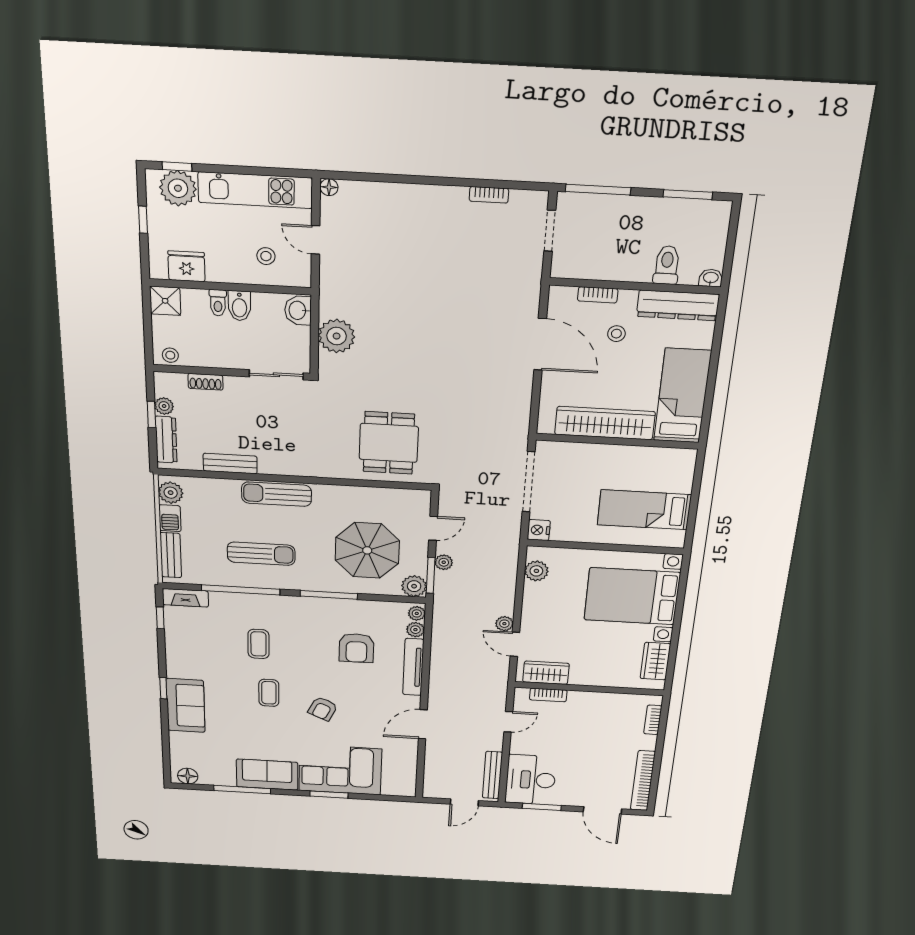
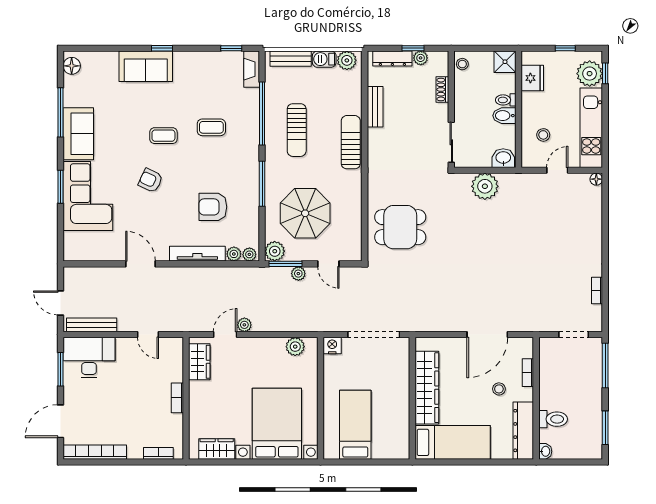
bookcase: (548, 695) -> (177, 398), moved

